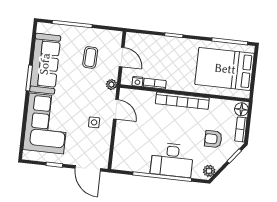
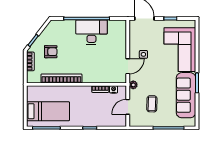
door: (122, 57) -> (128, 107), hinge flipped
bed: (225, 69) -> (48, 111), width x0.67
bookcase: (182, 101) -> (61, 78), moved
door: (116, 109) -> (128, 66), swing flipped
floor lamp: (241, 109) -> (32, 77), removed
desk: (172, 160) -> (91, 32), moved
plant: (209, 171) -> (51, 27), removed

